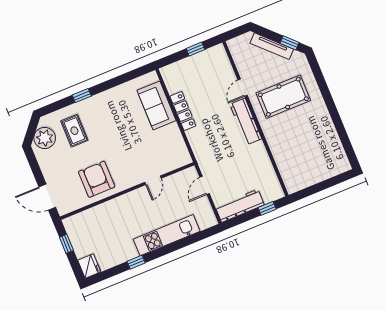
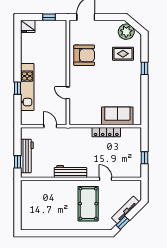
workbench: (246, 122) -> (70, 172), moved
workbench: (240, 206) -> (27, 156), moved
window: (136, 262) -> (17, 88), moved

